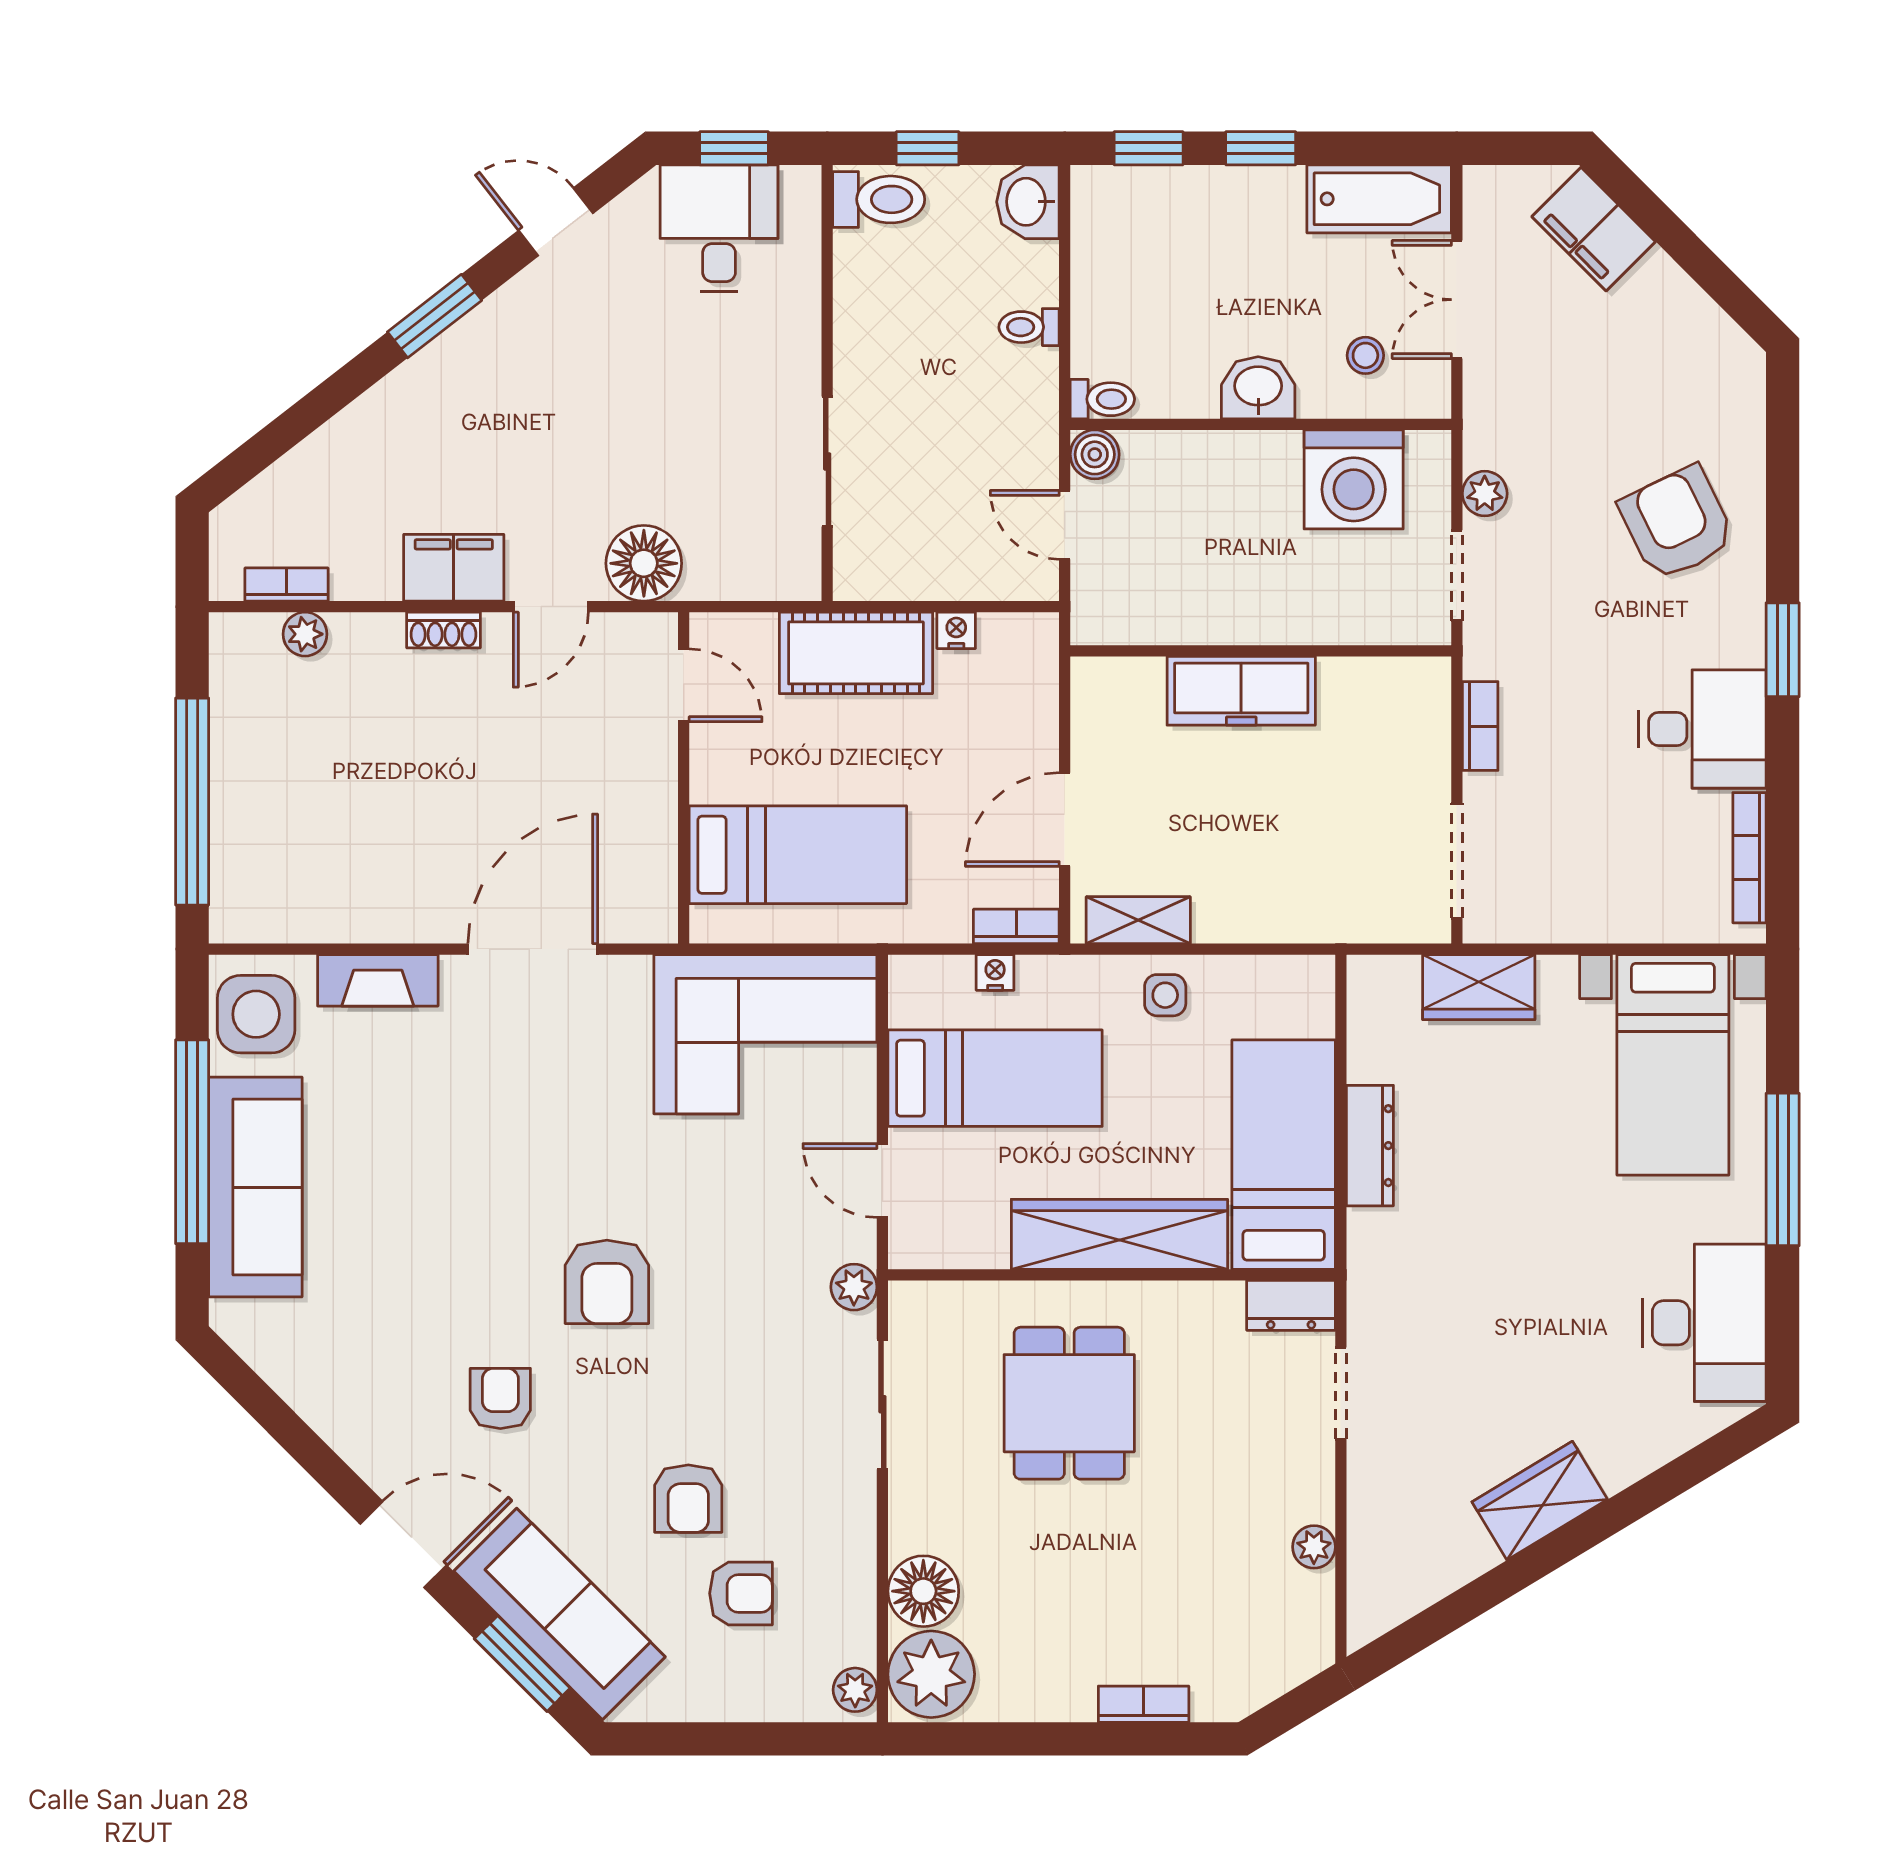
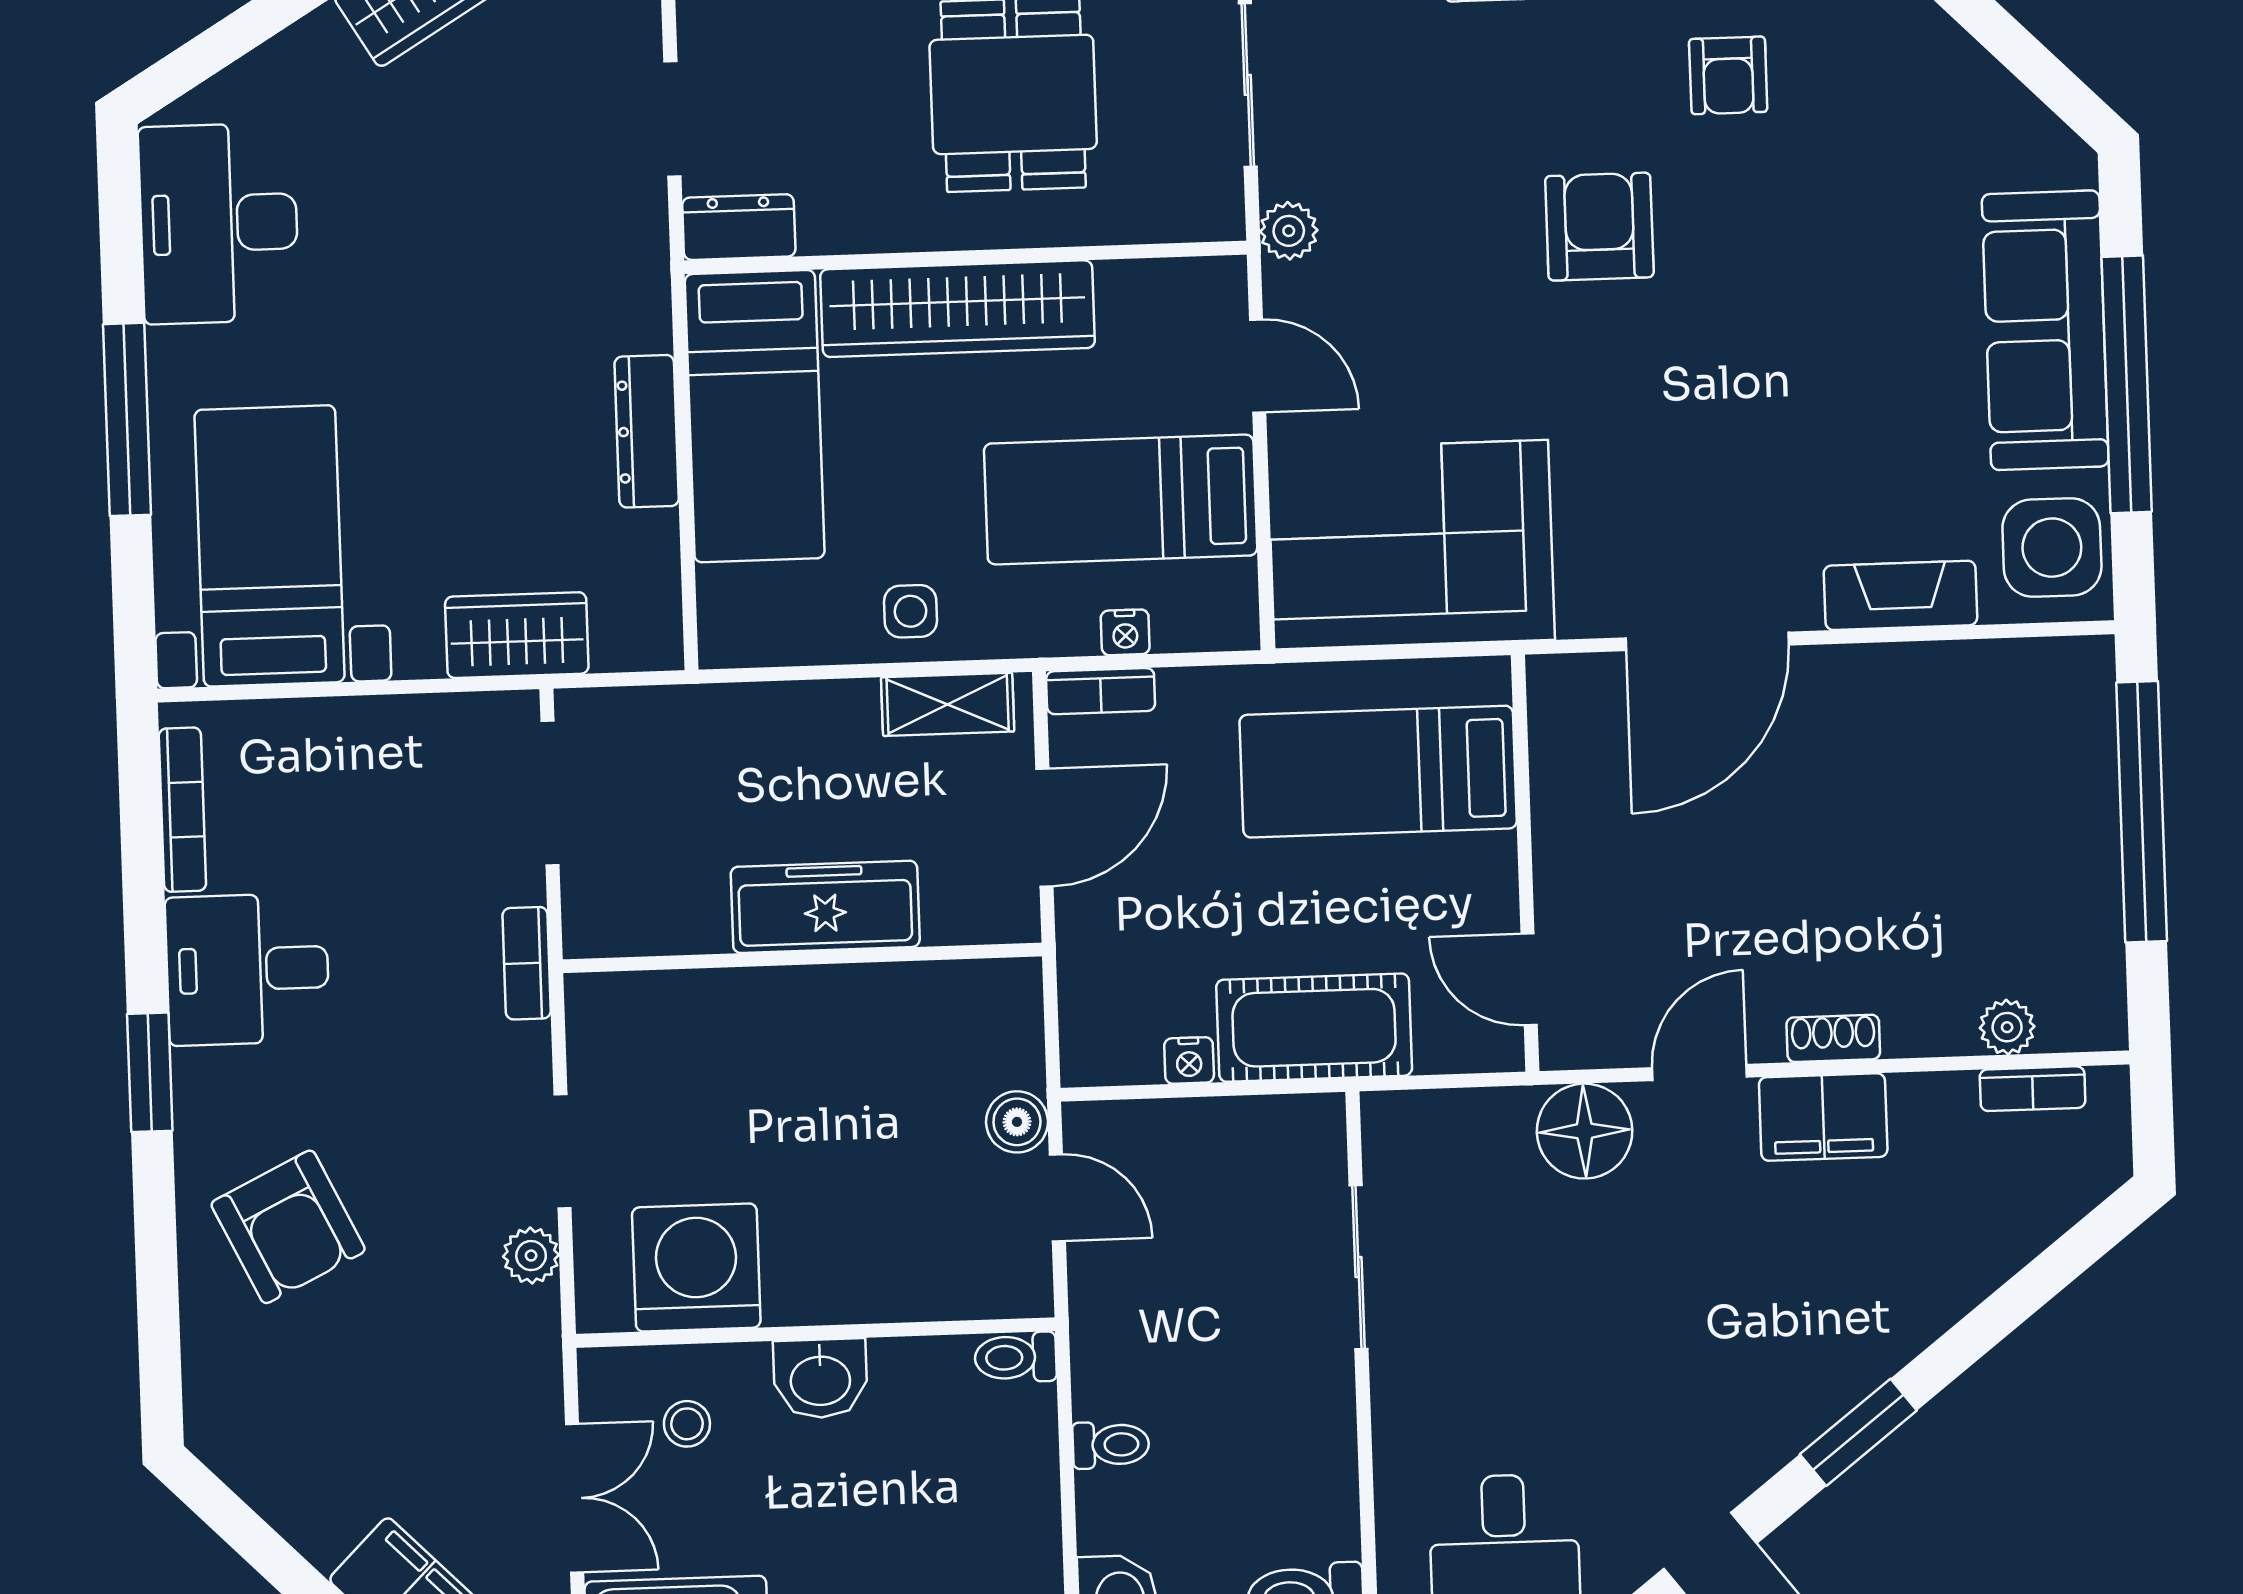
boiler: (1095, 454) -> (1017, 1122), moved
wall: (1261, 651) -> (802, 958), moved
freezer: (1241, 691) -> (825, 907), moved

